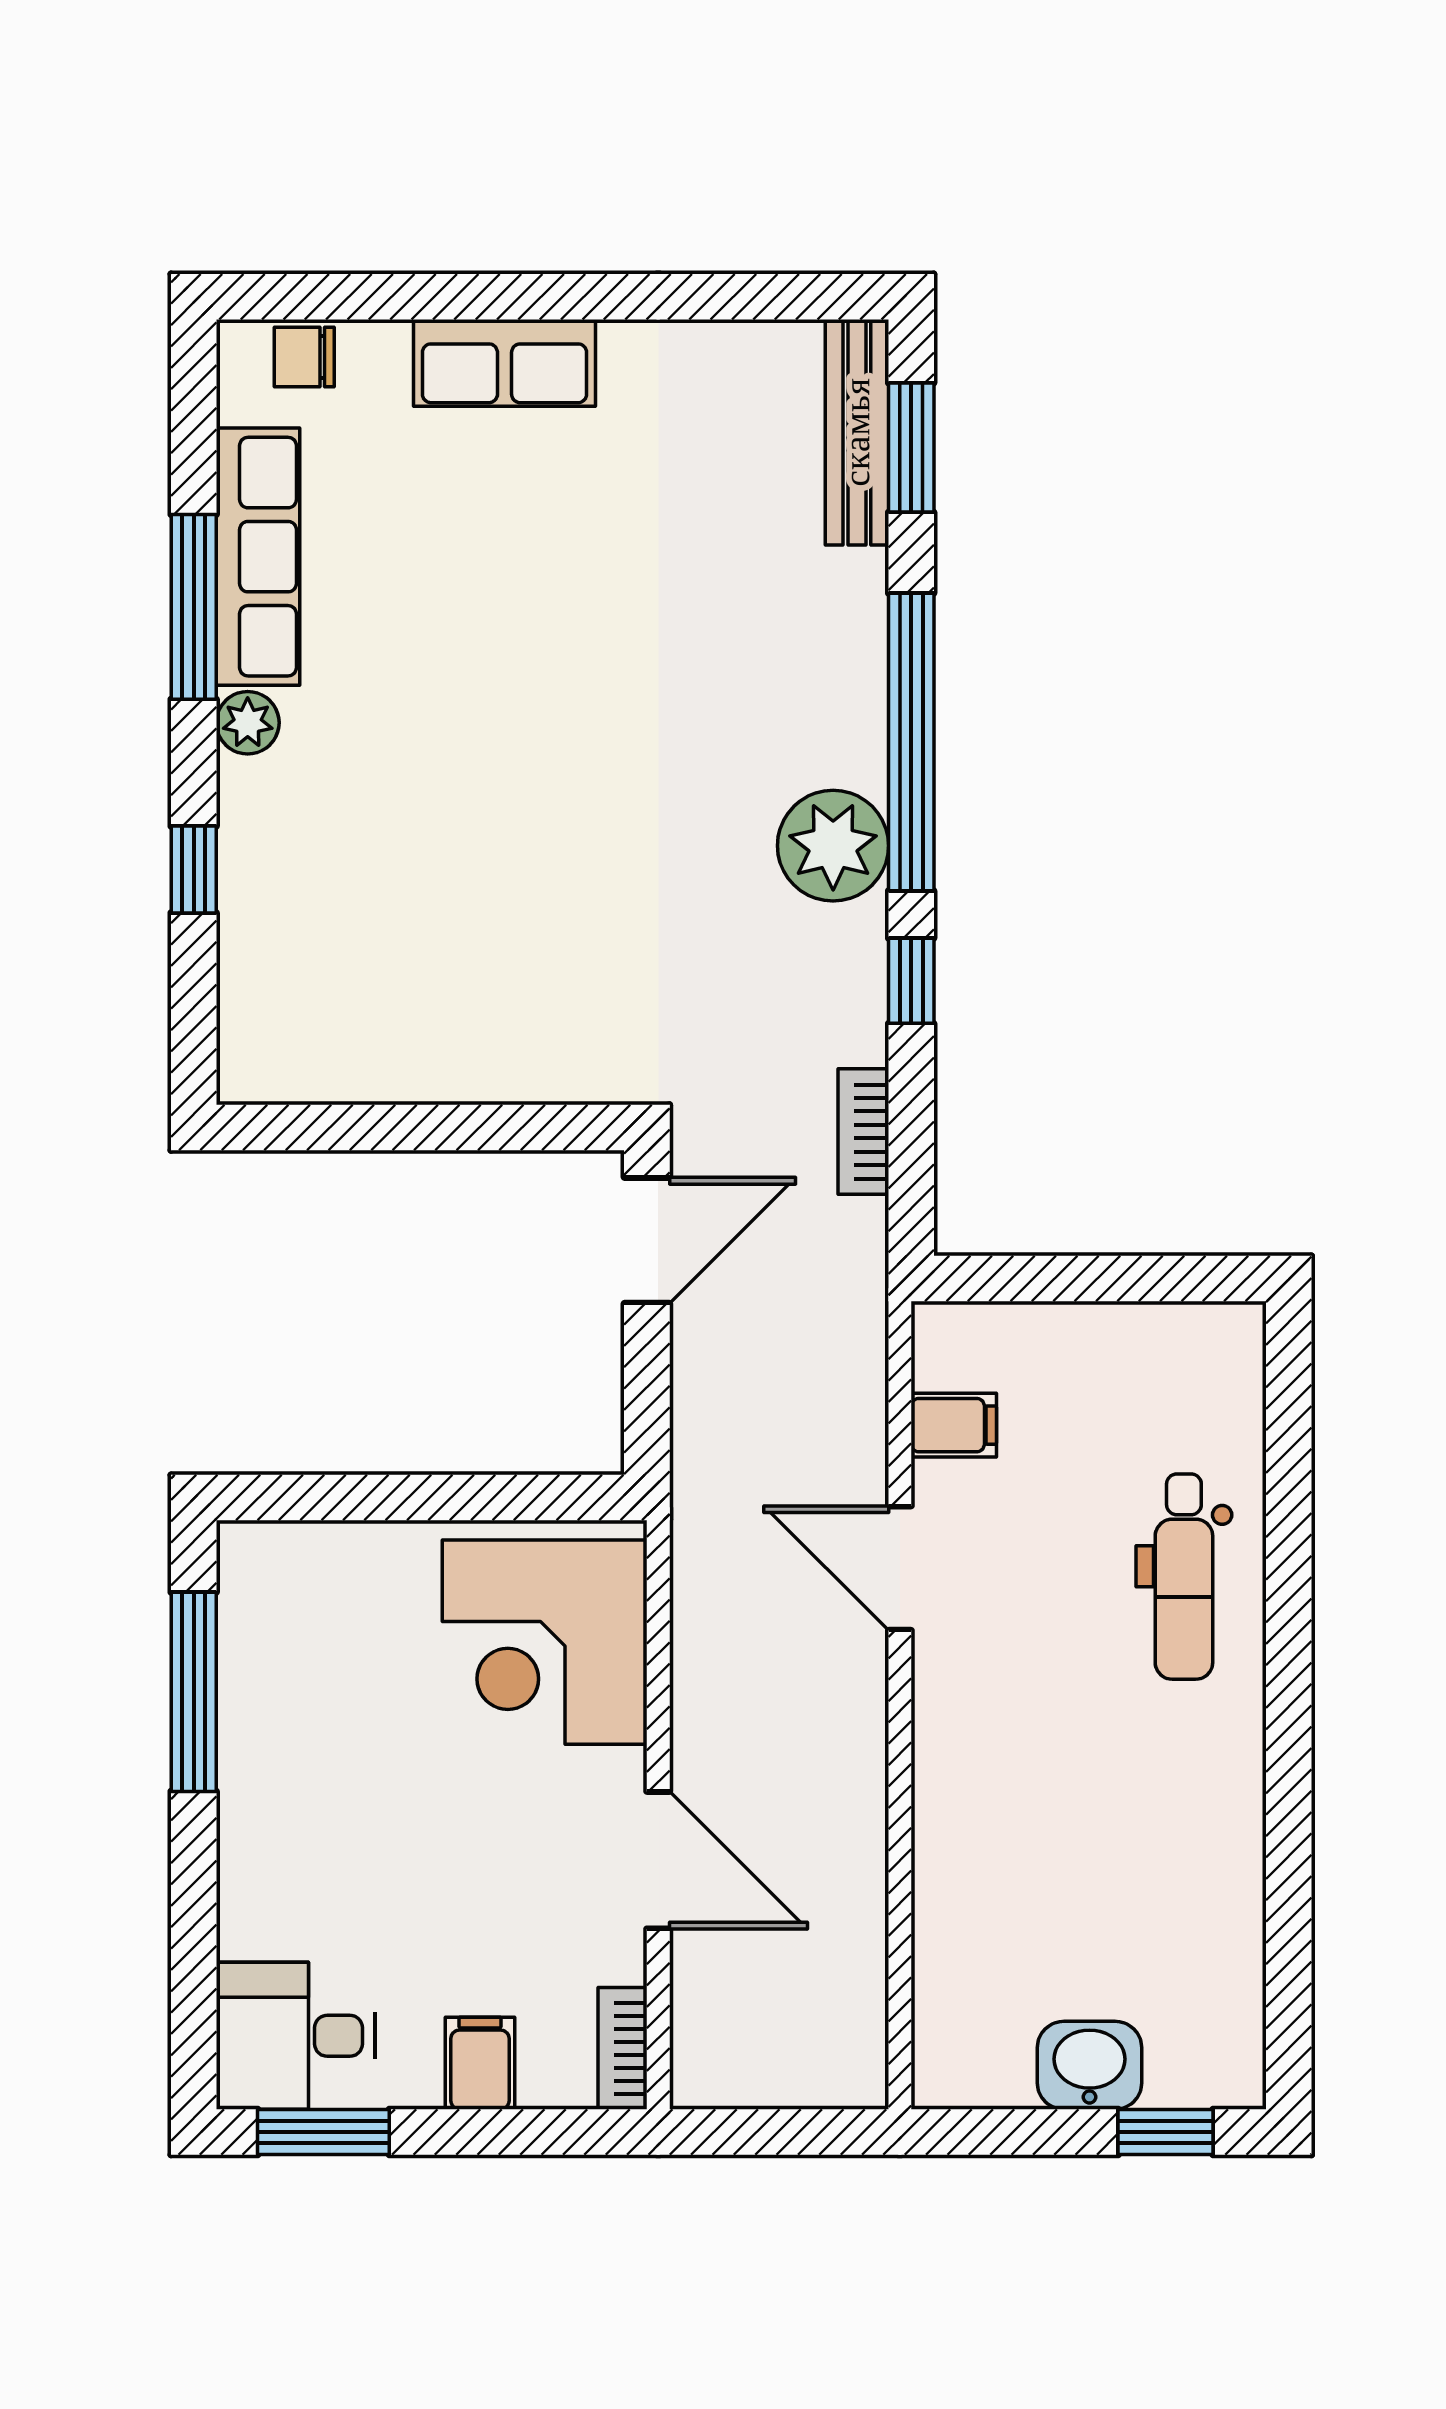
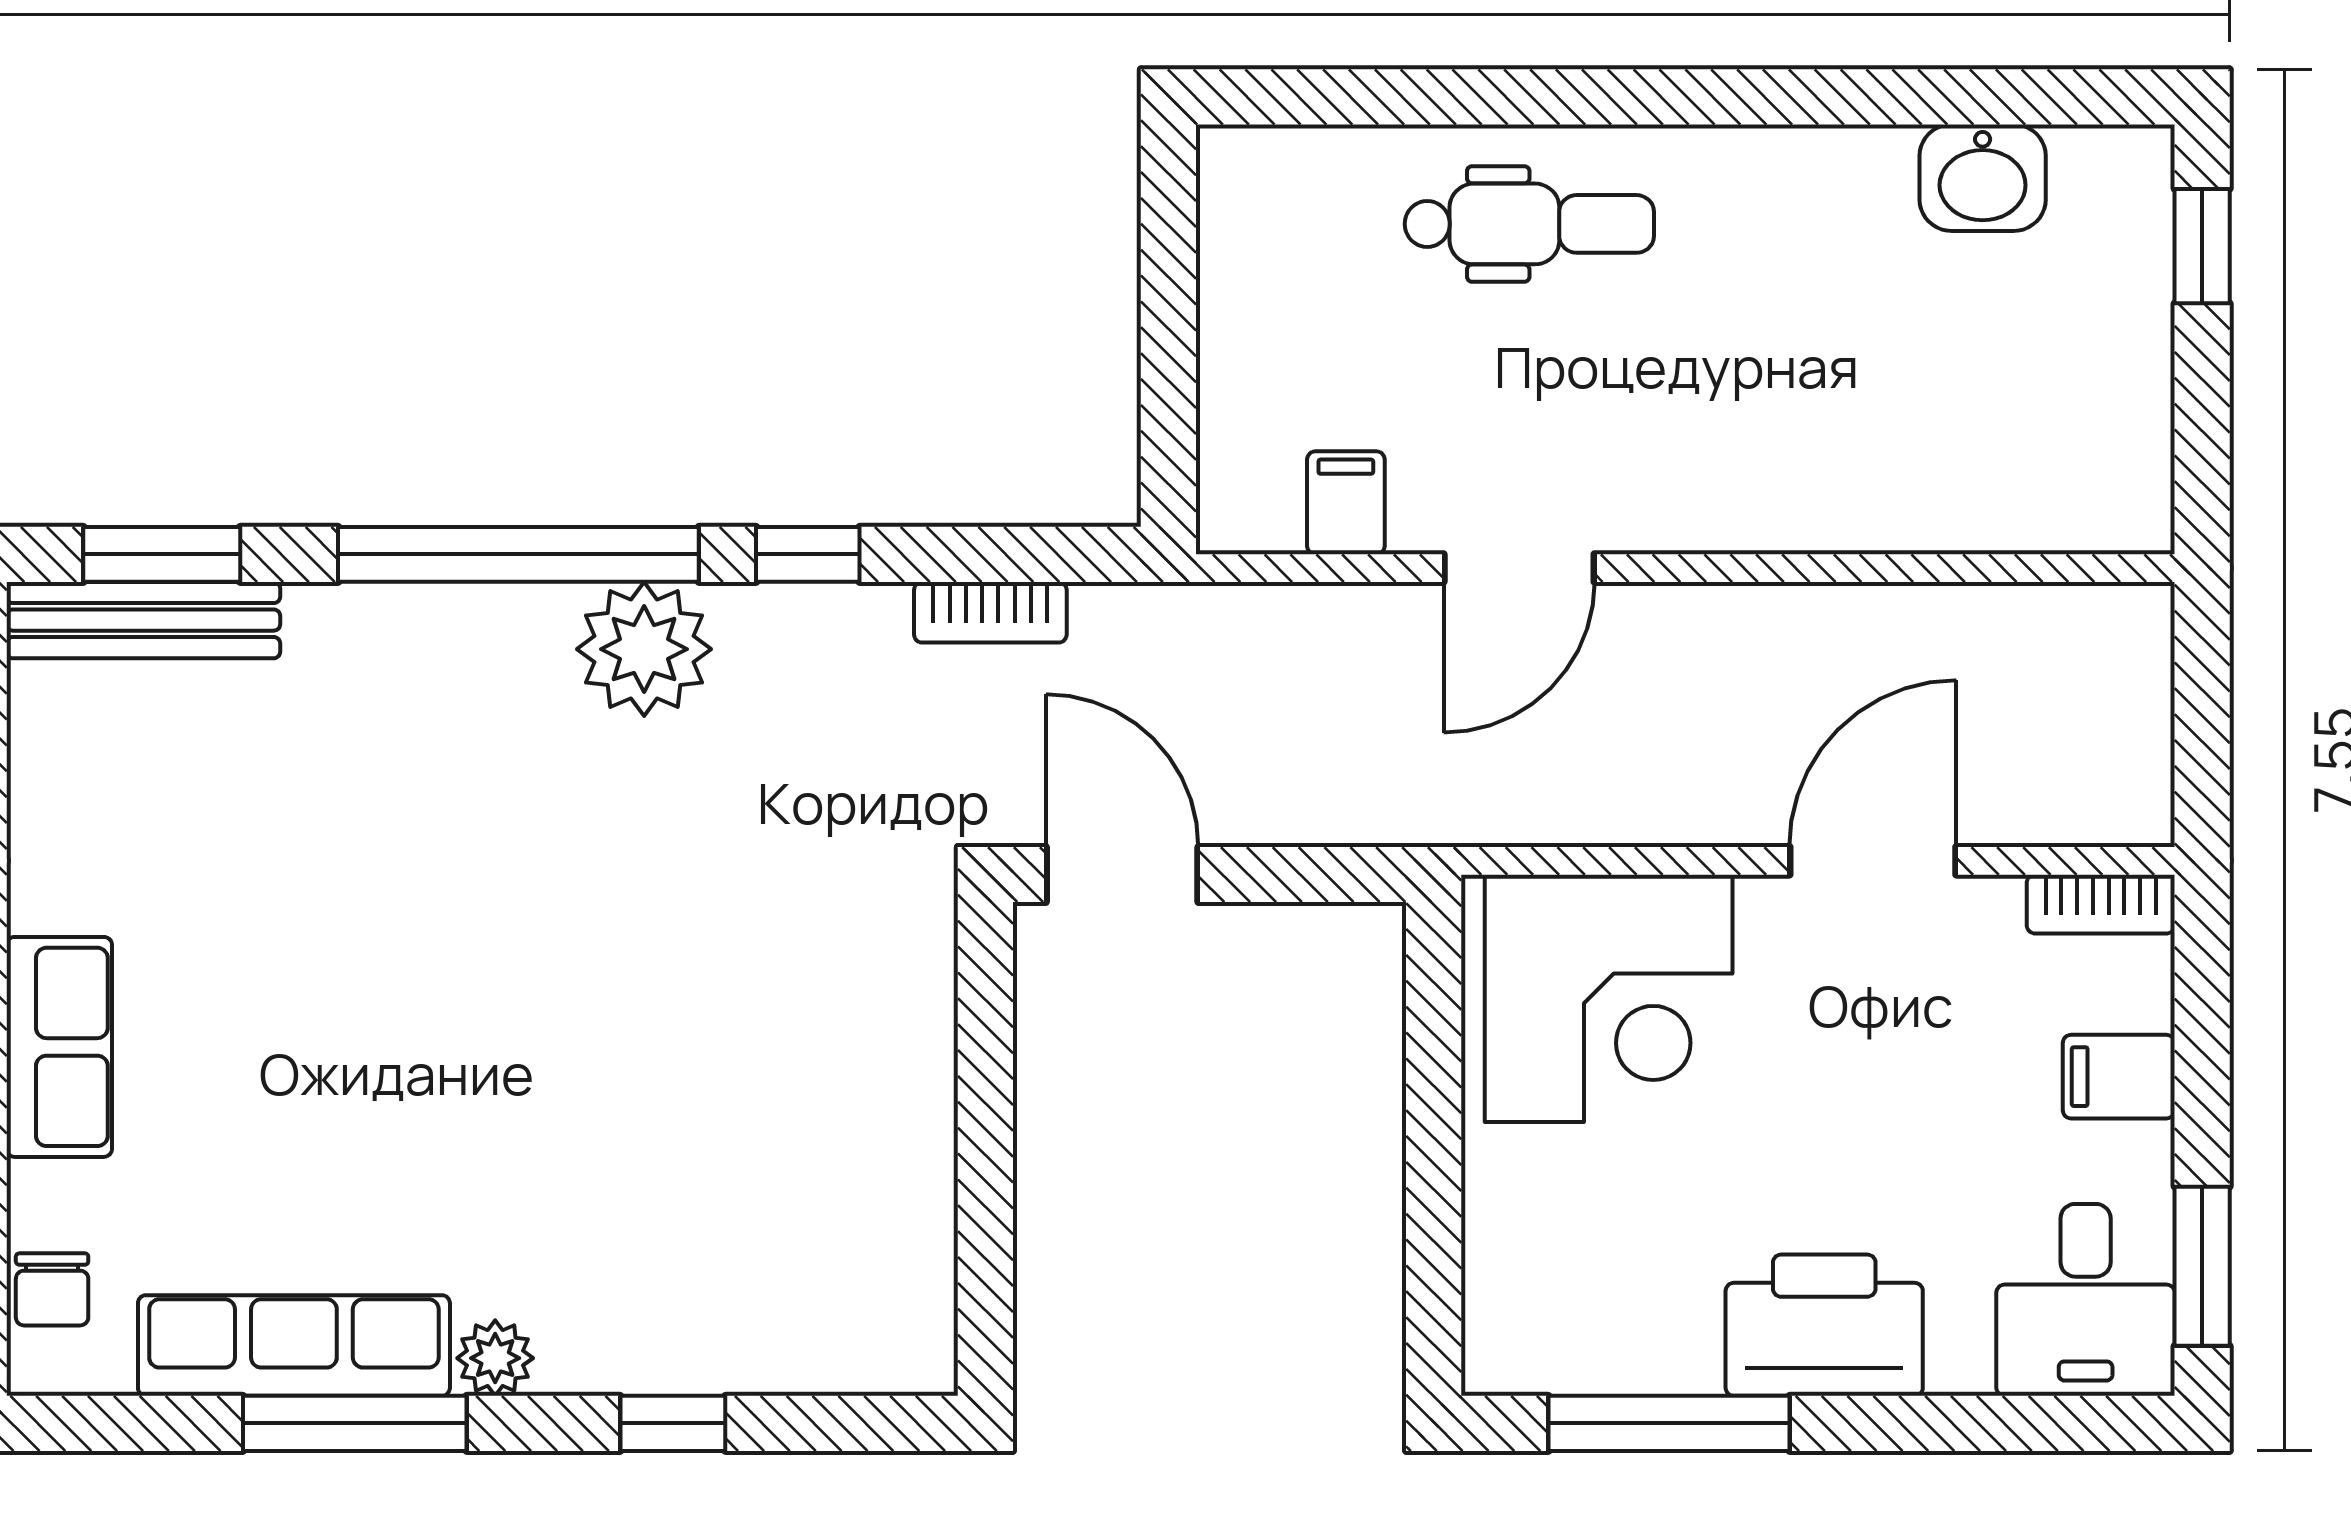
printer: (275, 1820) -> (1824, 1325), added
washbasin: (1089, 2065) -> (1983, 178), moved, turned -90

